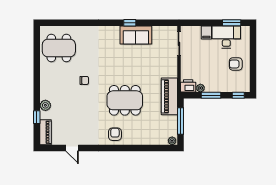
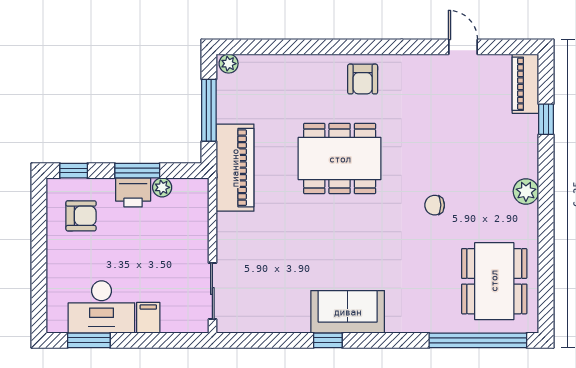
window: (66, 23) -> (478, 340), added
sofa: (136, 35) -> (348, 312), moved
dining table: (59, 48) -> (494, 281), turned 90
armchair: (236, 64) -> (81, 216), moved
printer: (188, 86) -> (133, 192), moved
plant: (45, 105) -> (526, 191), moved

